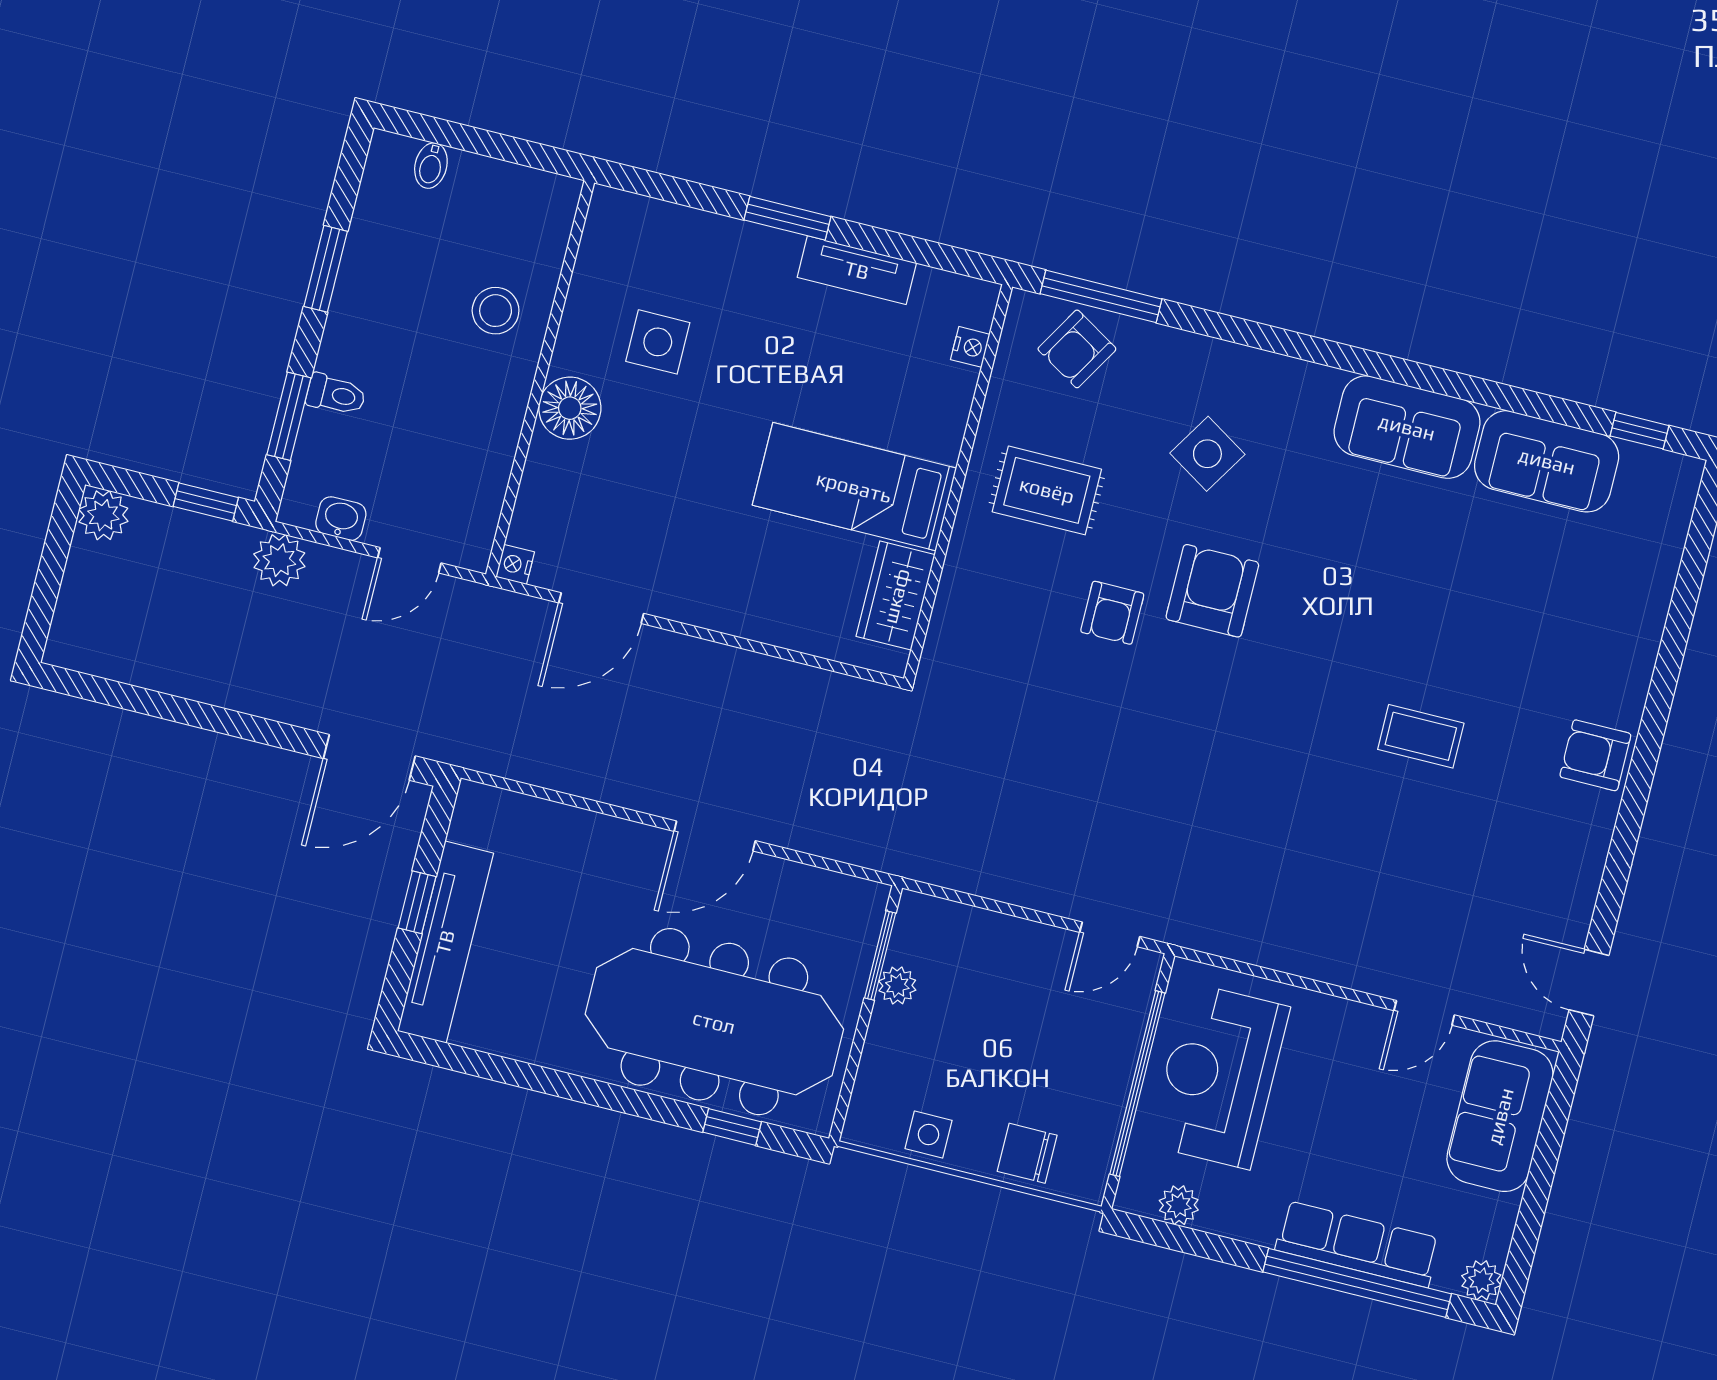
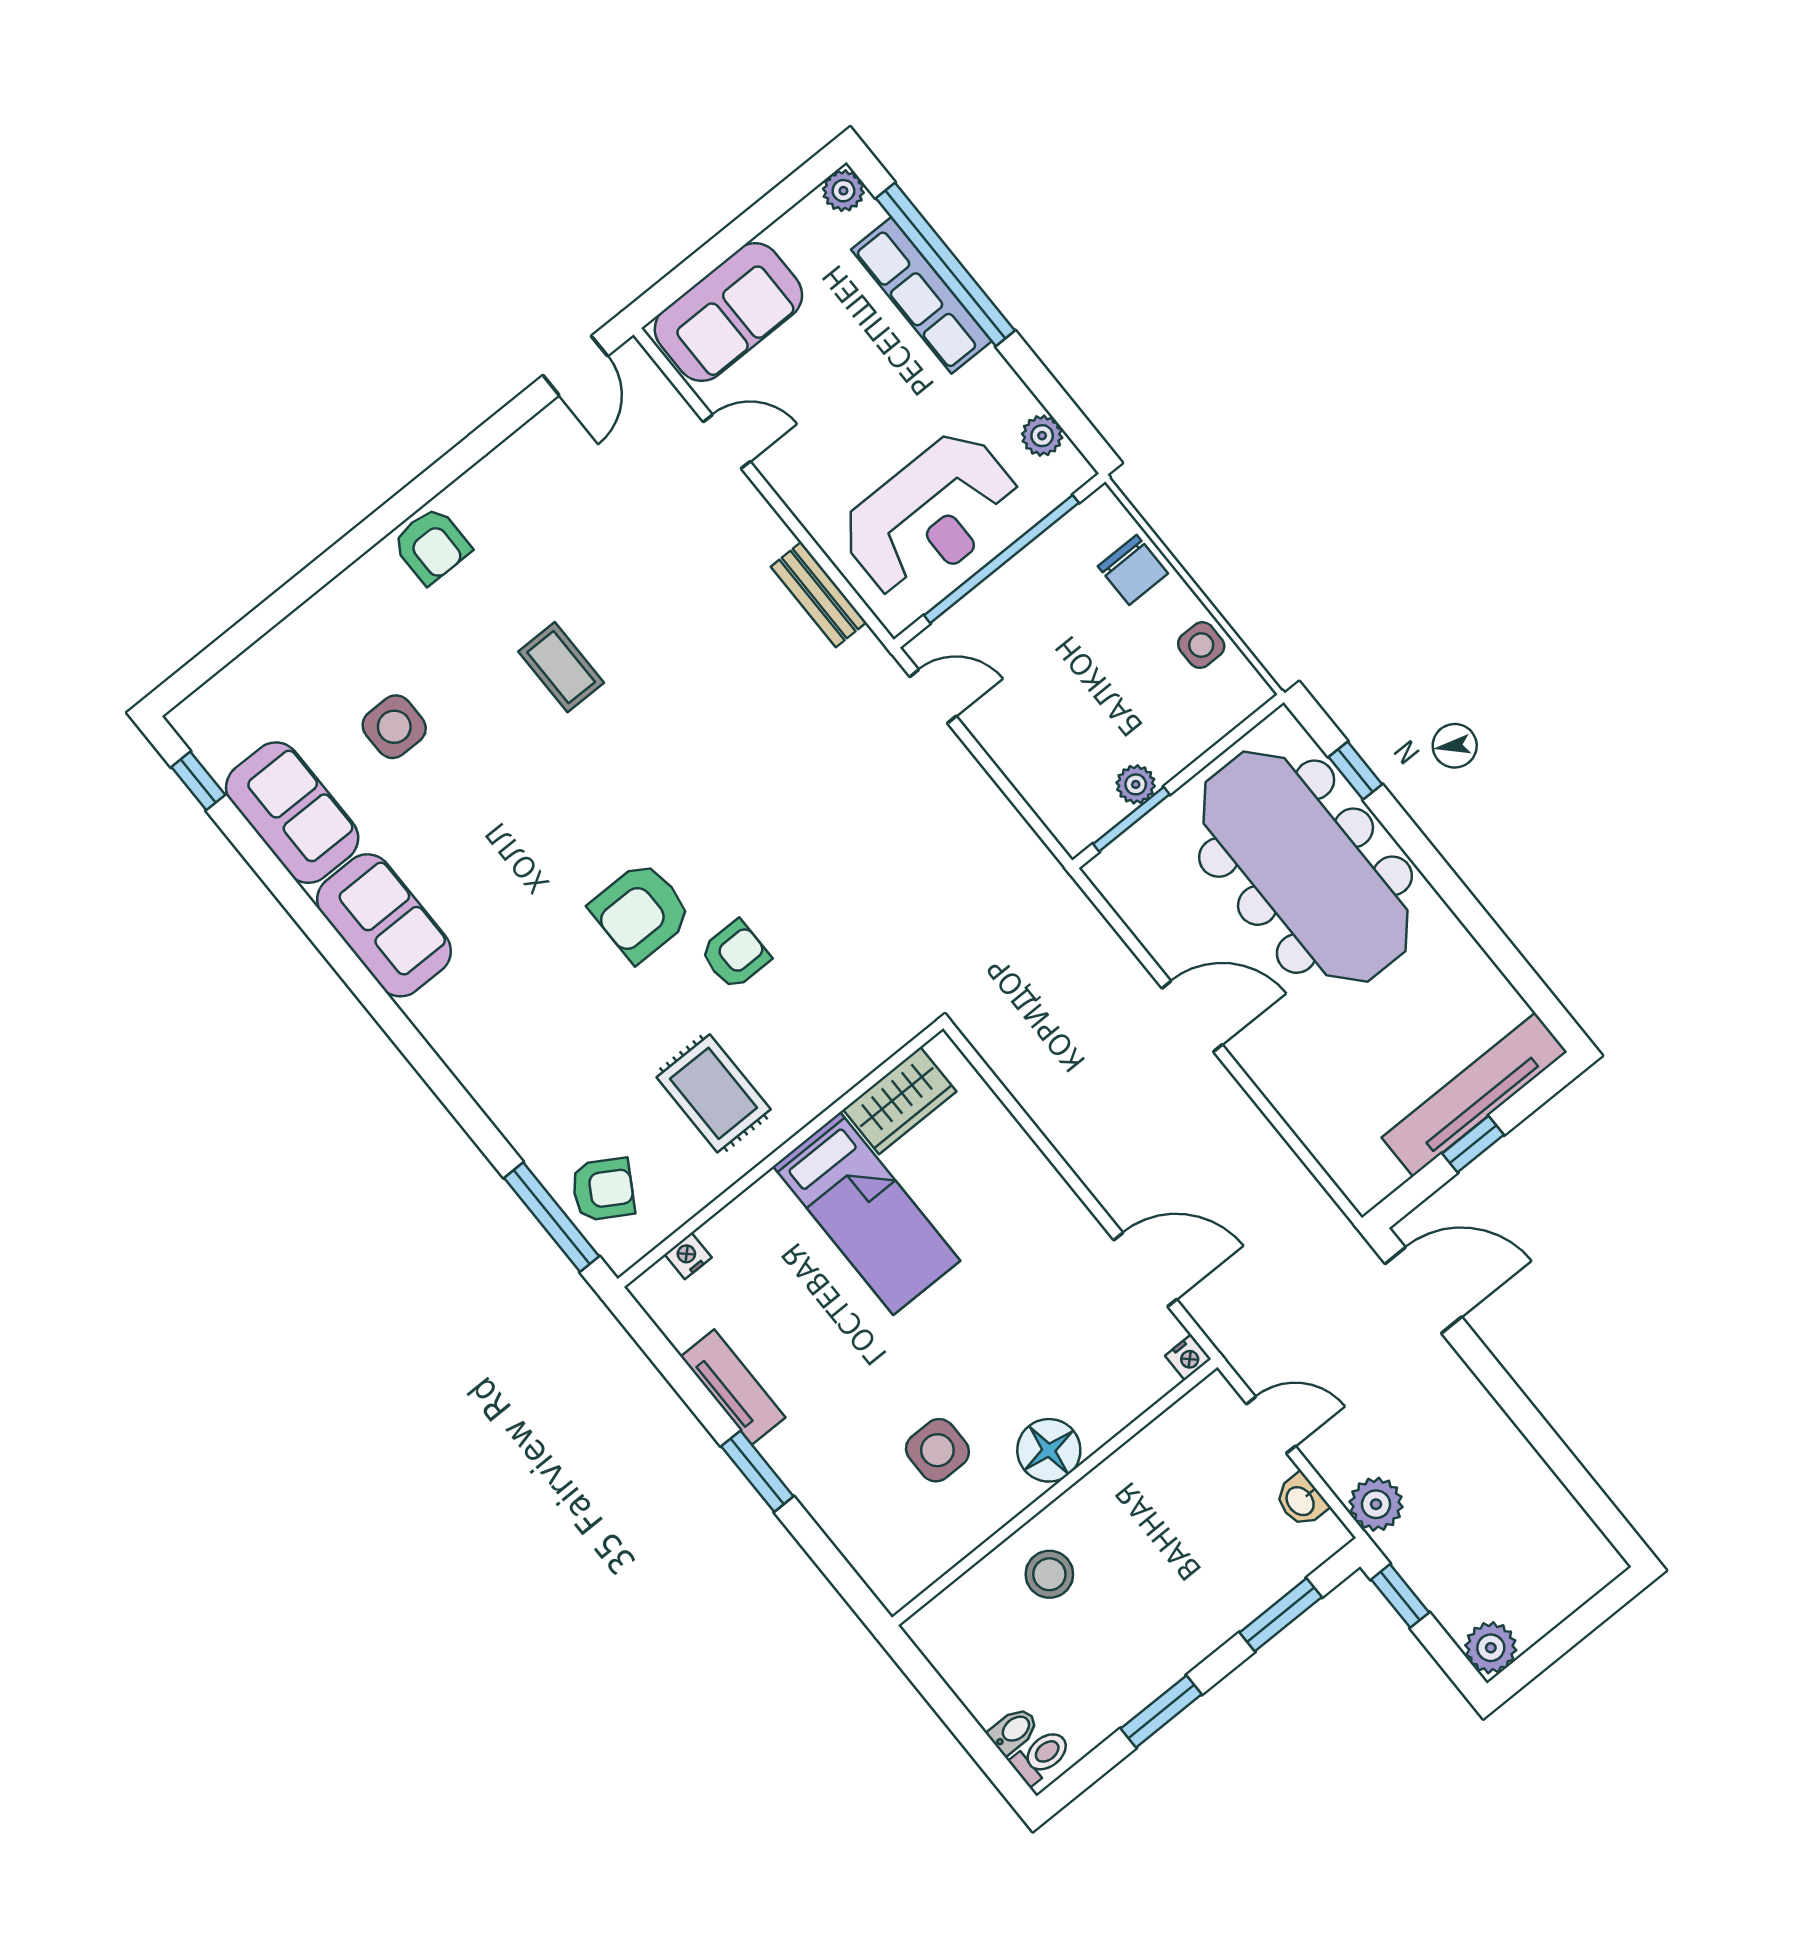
toilet: (336, 395) -> (1041, 1757), moved, turned 90
side table: (1207, 454) -> (394, 727), moved, turned -32
bench: (1261, 947) -> (819, 594), added

